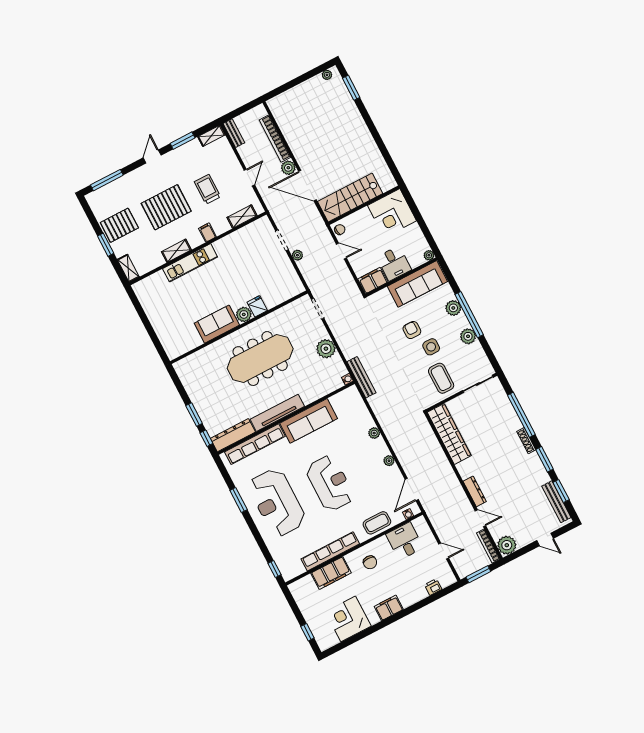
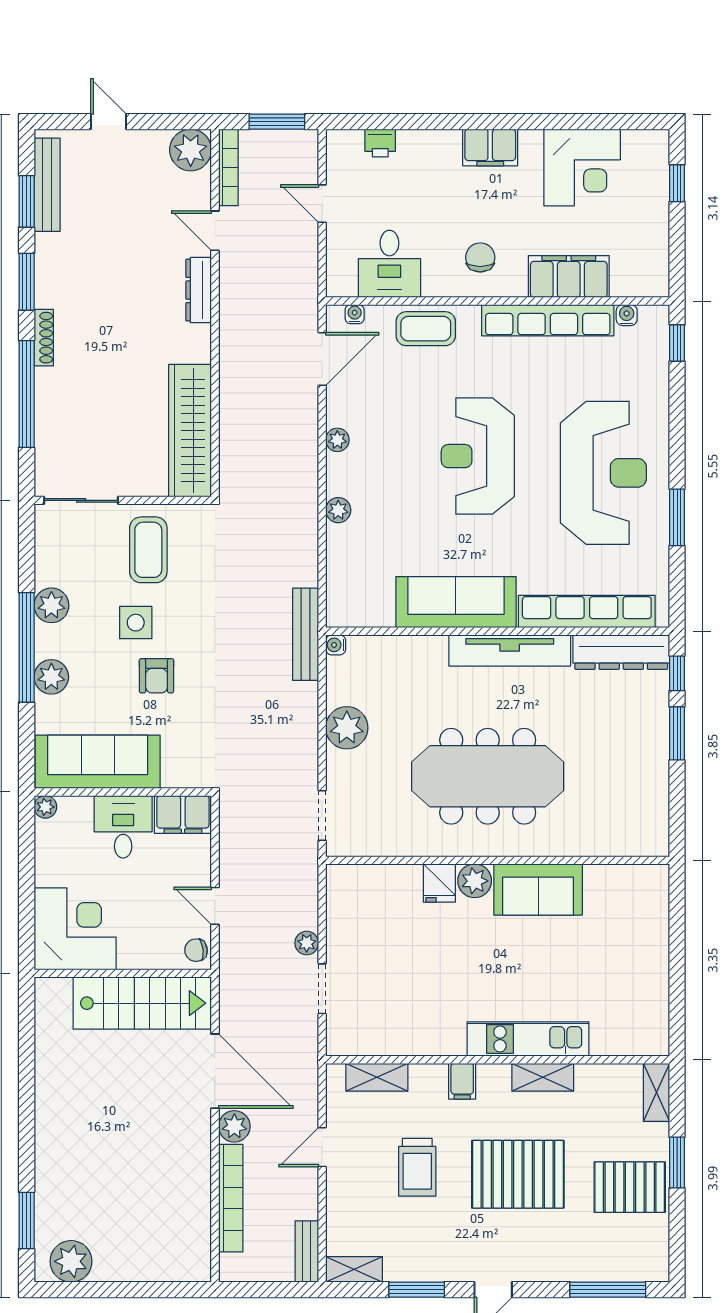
plant: (327, 75) -> (71, 1261), width x1.87, depth x1.87
water cooler: (300, 570) -> (627, 315), added

